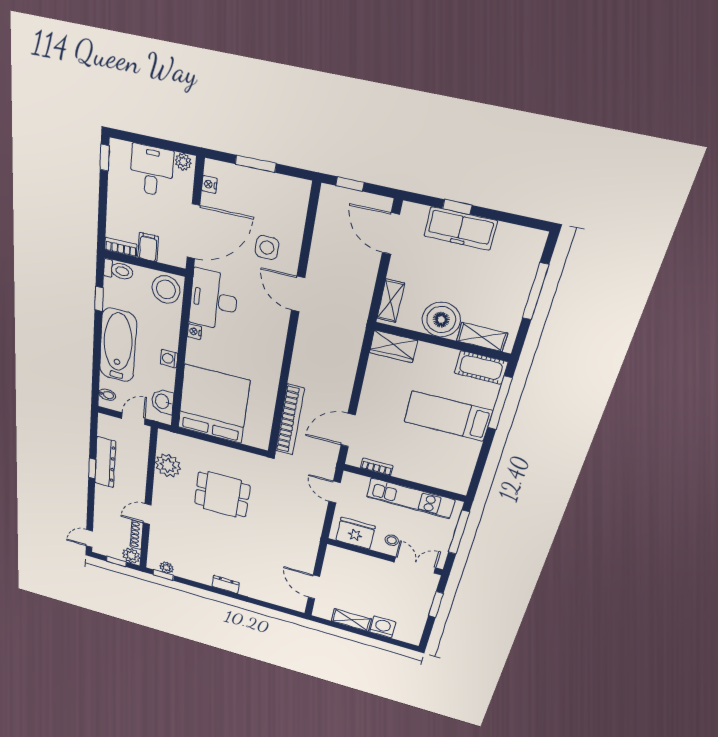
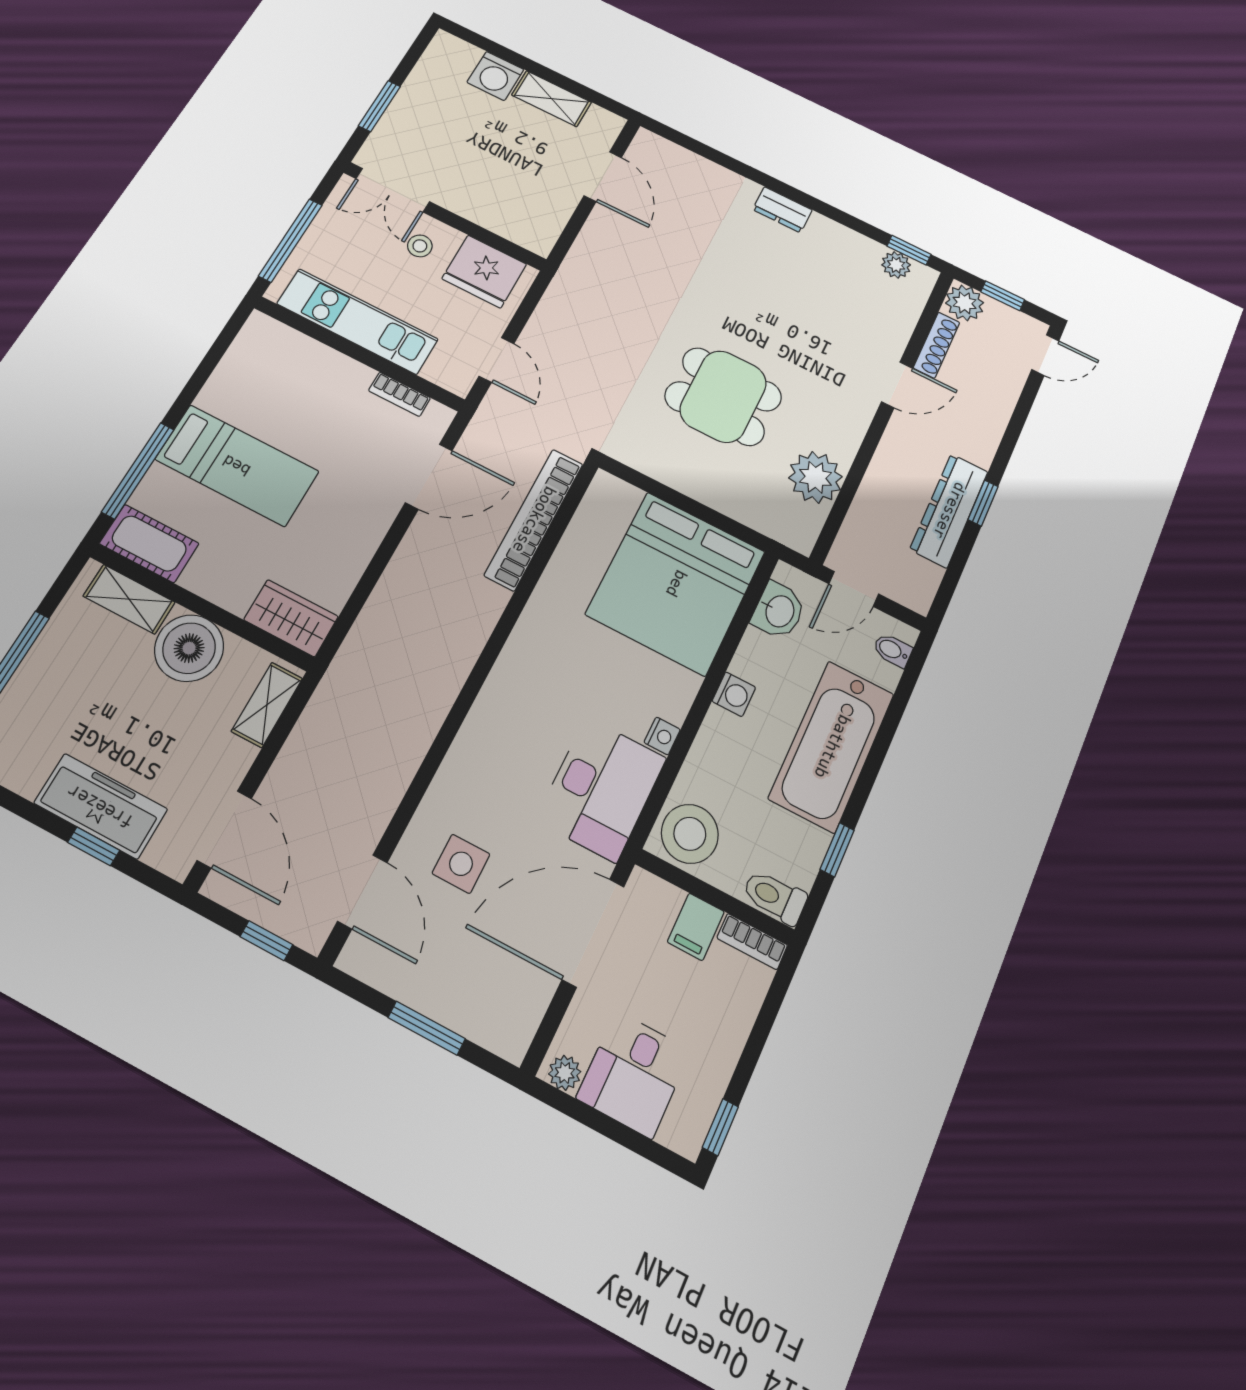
nightstand: (209, 184) -> (529, 1014), removed
door: (298, 294) -> (362, 892), moved

